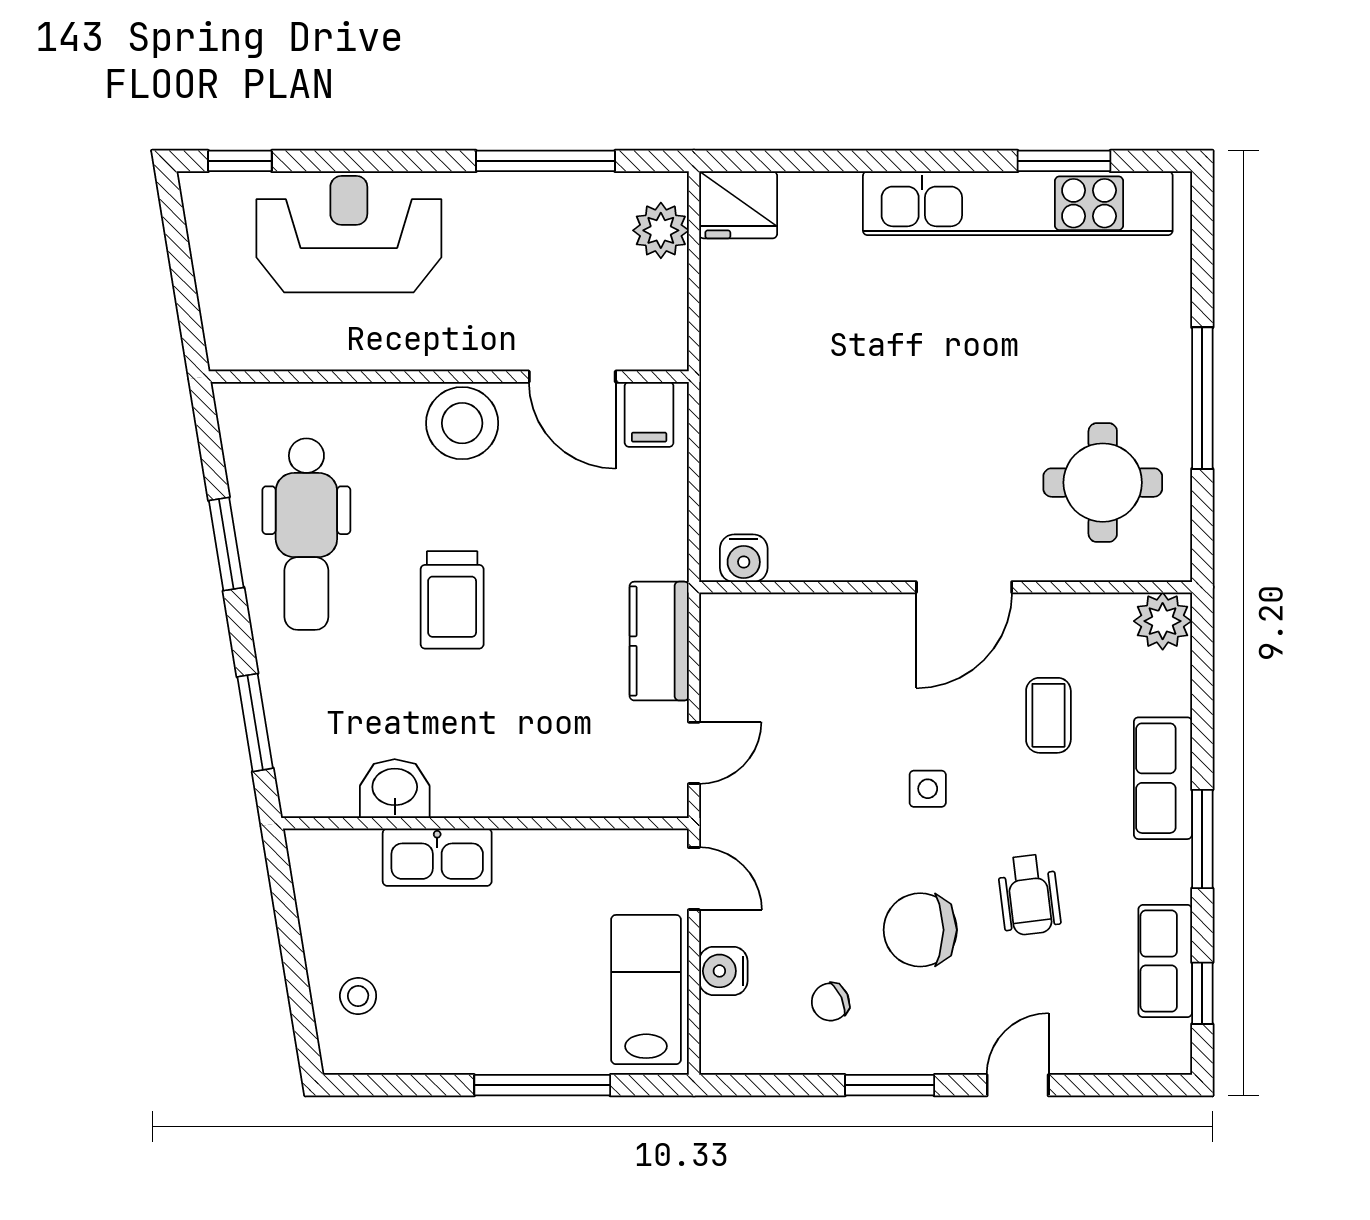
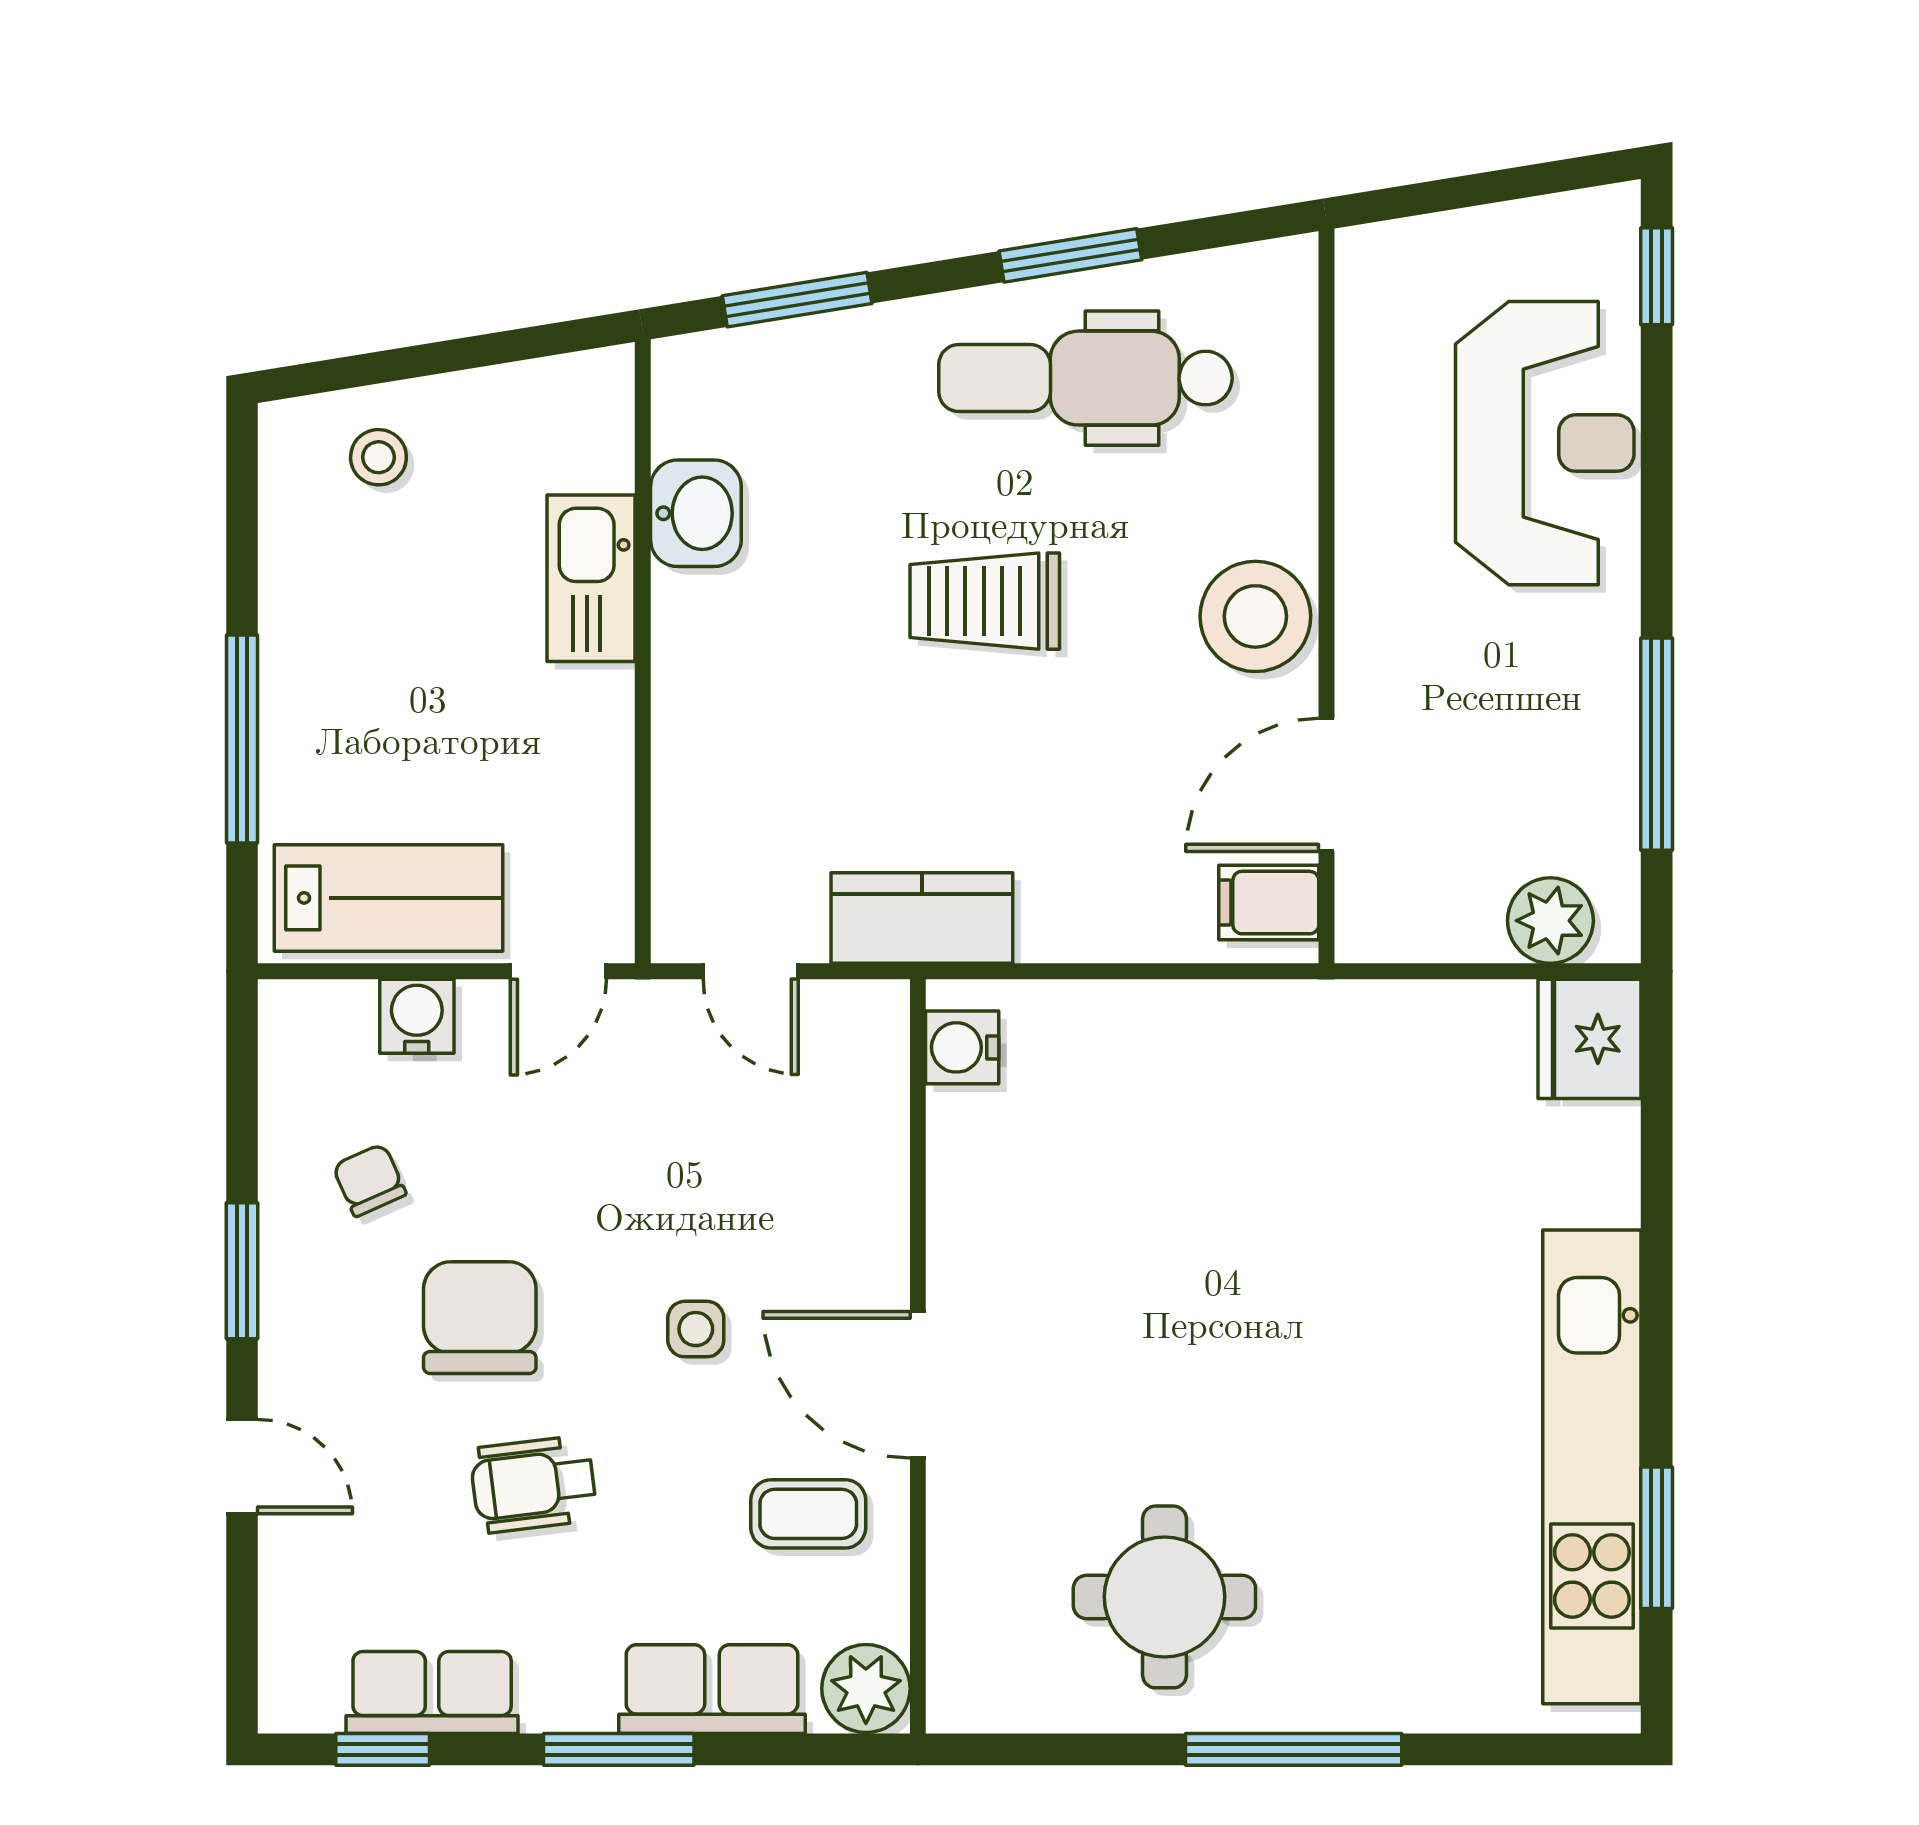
water cooler: (744, 558) -> (962, 1047), moved
wall: (946, 587) -> (918, 1356), moved
door: (964, 587) -> (918, 1385), moved
plant: (1163, 621) -> (866, 1688), moved

